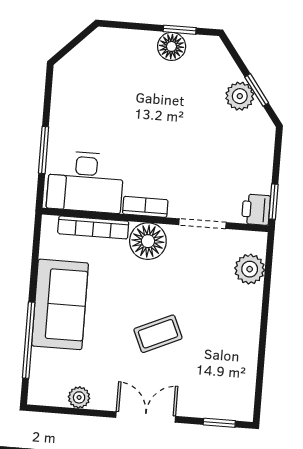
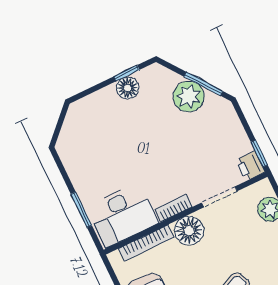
window: (257, 90) -> (203, 84), width x1.50
plant: (240, 96) -> (189, 96), width x1.36, depth x1.36

